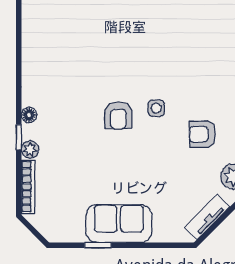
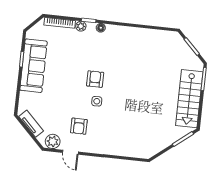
armchair: (118, 115) -> (95, 79), turned 90
armchair: (202, 134) -> (79, 126), turned 180
sofa: (119, 224) -> (33, 66), width x1.36

